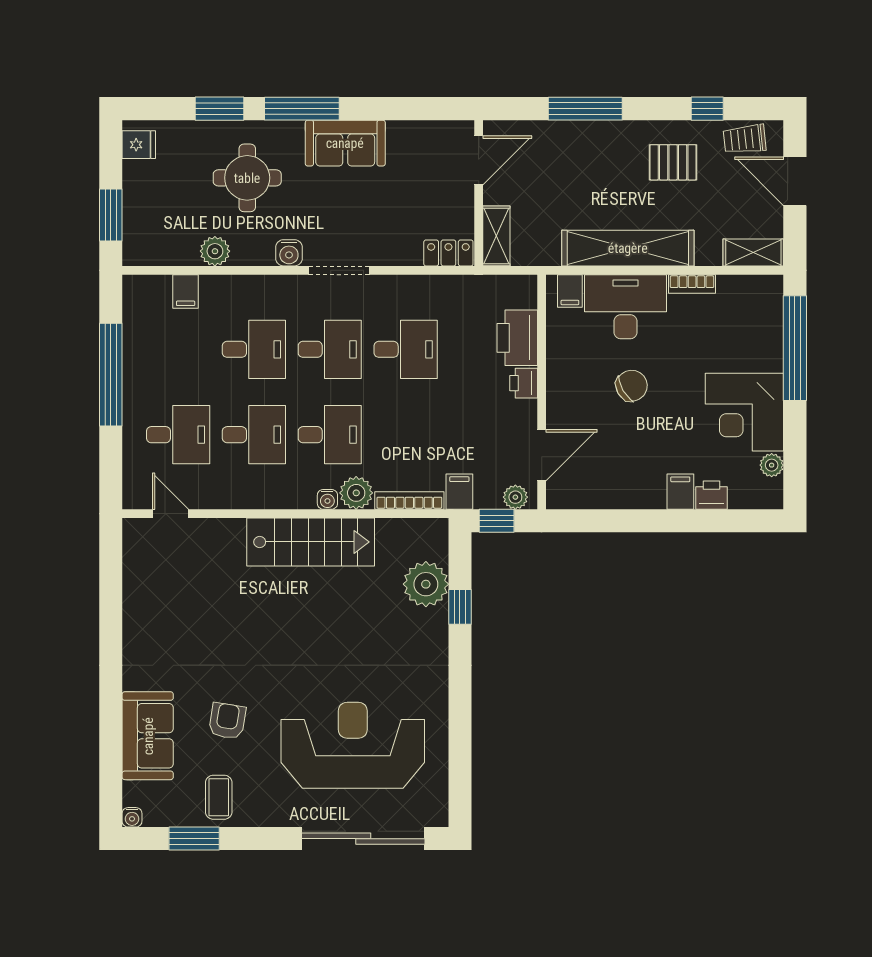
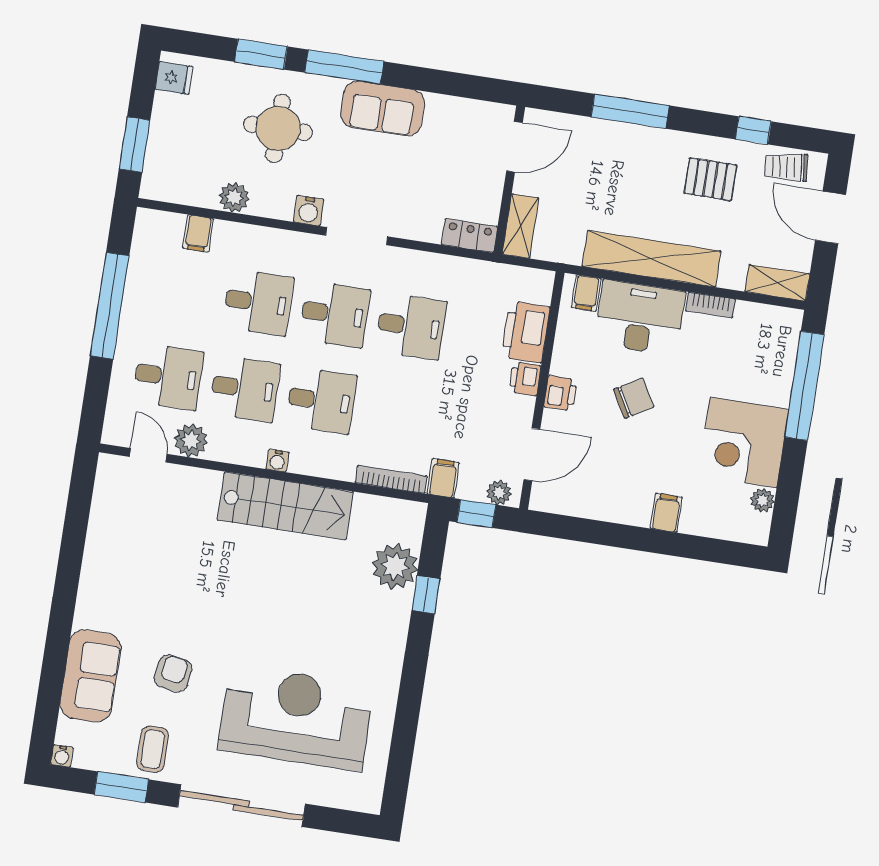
plant: (356, 493) -> (191, 440), moved
printer: (711, 495) -> (560, 393), moved, turned 90
water cooler: (327, 499) -> (277, 461), moved
sliding door: (363, 839) -> (241, 806), moved

